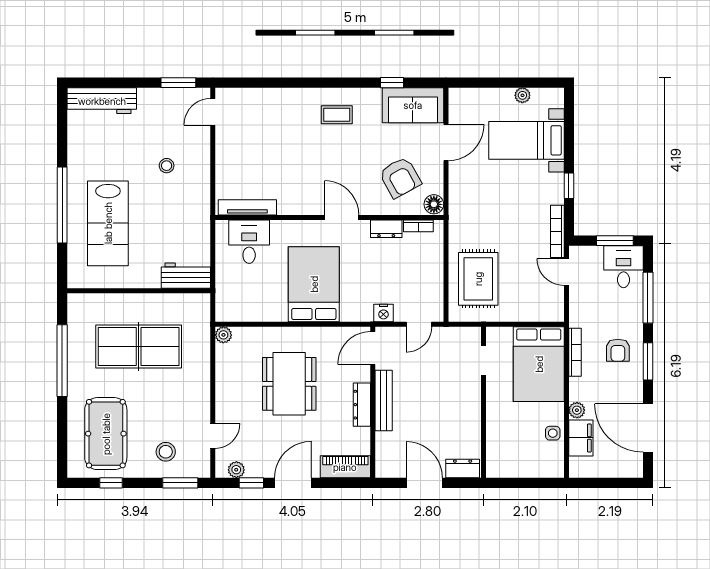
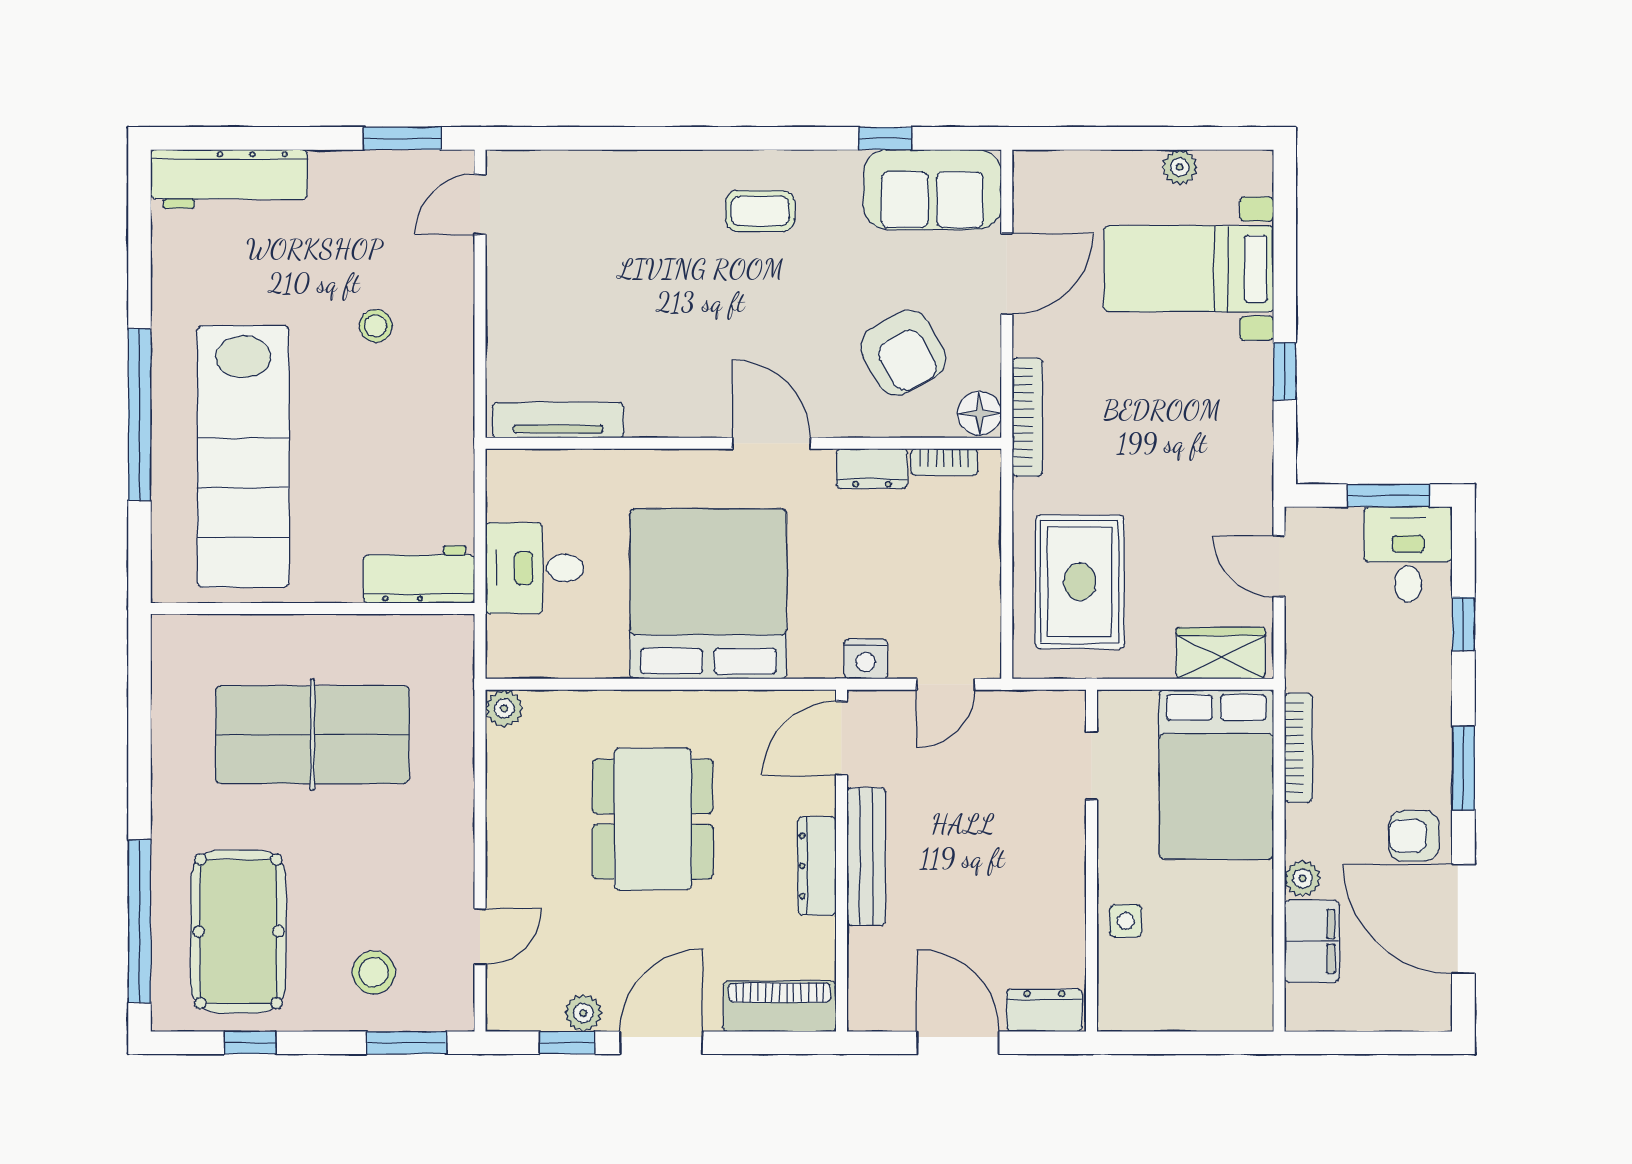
lab bench: (108, 223) -> (243, 456), width x1.36
bookcase: (557, 231) -> (1027, 417), moved, turned 180
desk: (249, 242) -> (535, 568), moved, turned -90
bed: (314, 284) -> (708, 594), width x1.36
window: (648, 298) -> (1463, 624), width x0.46
wardrobe: (541, 310) -> (1221, 653), added
armchair: (618, 350) -> (1414, 836), moved, turned 90
window: (62, 361) -> (139, 921), moved
side table: (553, 433) -> (1126, 921), moved
plant: (236, 470) -> (583, 1013), moved

